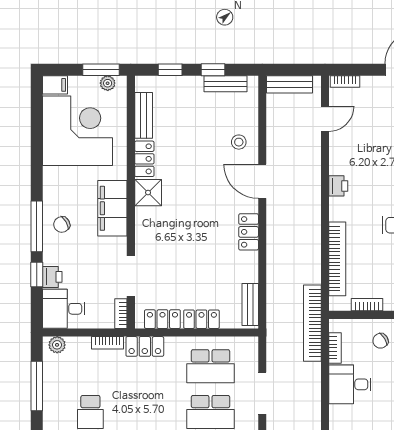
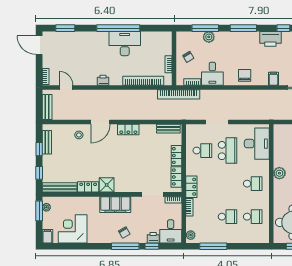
bench: (144, 115) -> (60, 187), width x1.36
corner desk: (78, 131) -> (73, 229), width x0.74, depth x0.74
school desk: (210, 366) -> (202, 151), width x0.54

